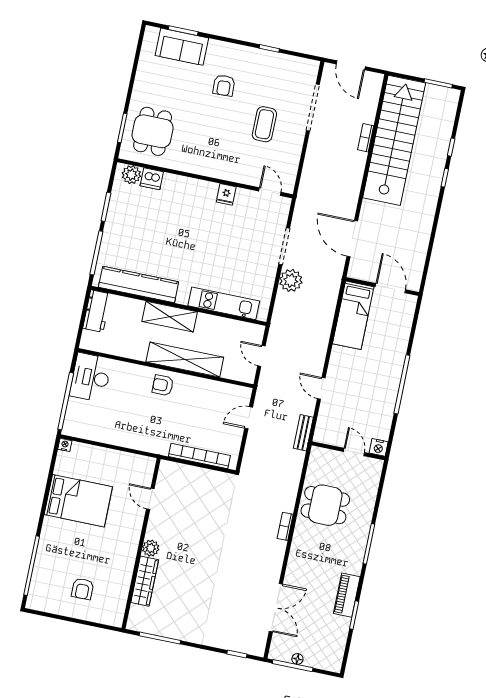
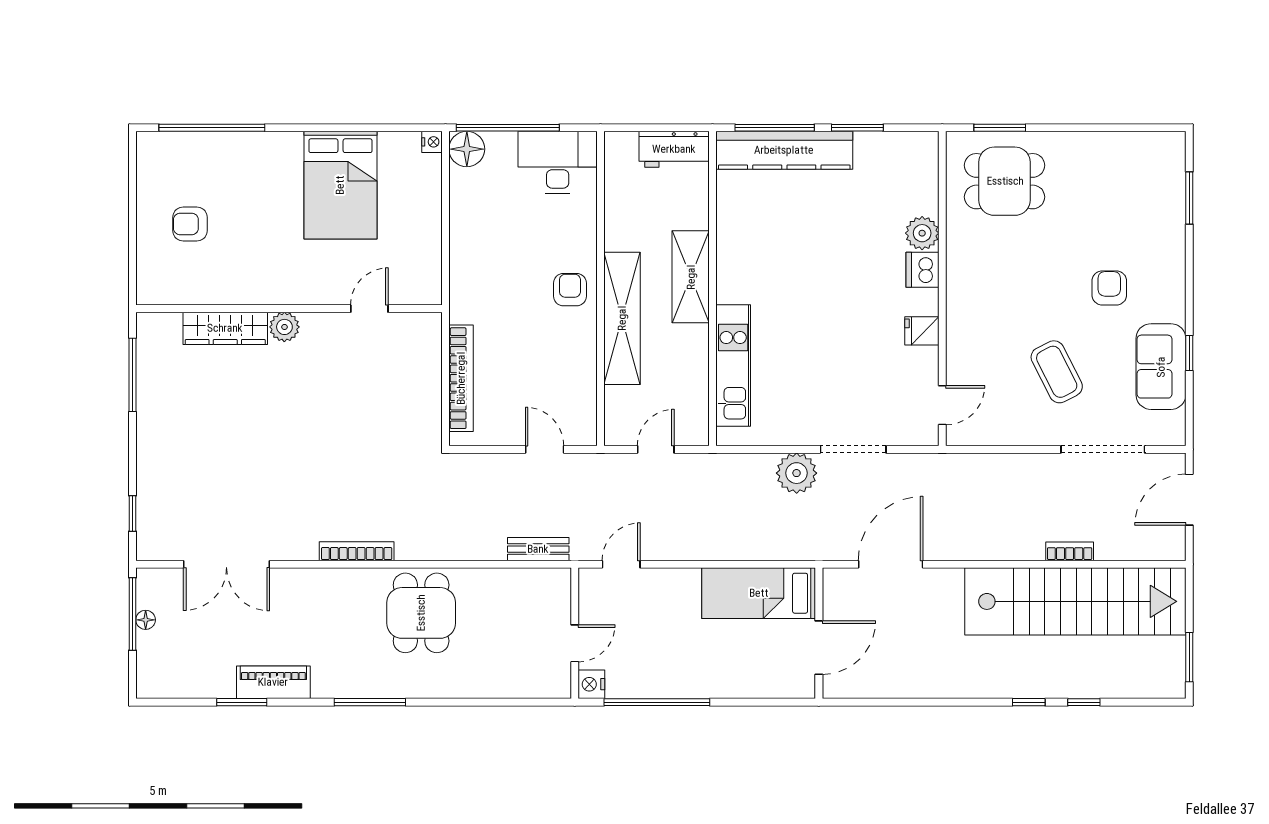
sofa: (182, 47) -> (1161, 367), moved
armchair: (224, 85) -> (1109, 288), turned 92
coffee table: (264, 124) -> (1057, 372), turned 63
plant: (131, 175) -> (922, 233), moved
dishwasher: (152, 179) -> (922, 270), moved
kitchen counter: (139, 284) -> (784, 150), moved, turned 90
floor lamp: (73, 426) -> (467, 149), added
nightstand: (379, 447) -> (591, 684), moved
wall: (348, 451) -> (575, 633), moved
door: (354, 452) -> (575, 643), moved
bookcase: (285, 526) -> (357, 551), width x1.56

